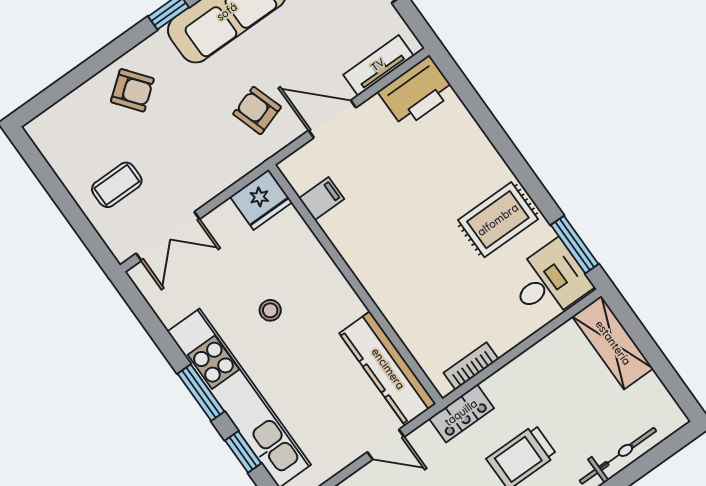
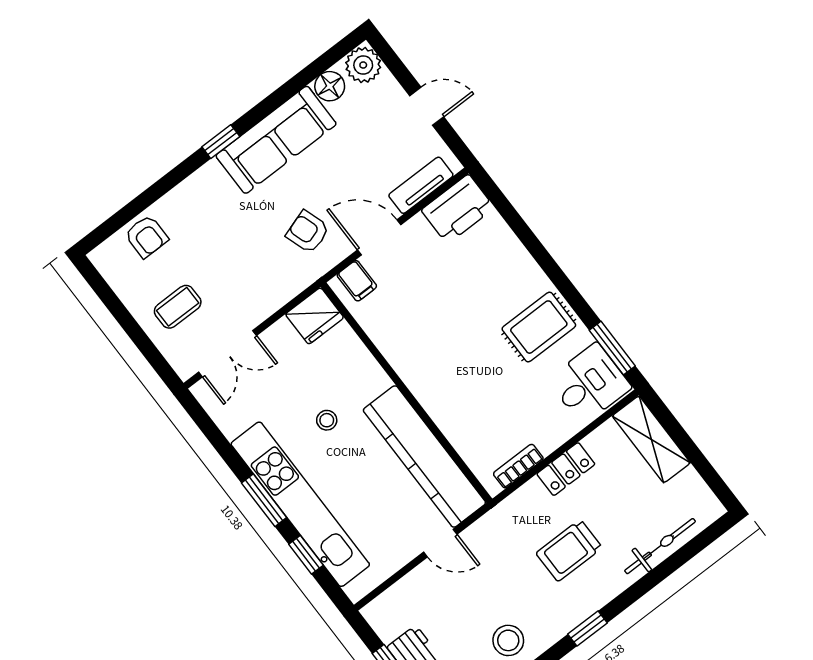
armchair: (132, 90) -> (146, 236), moved, turned 38
filing cabinet: (321, 199) -> (357, 281), moved, turned 90
kitchen counter: (388, 369) -> (424, 457), width x1.39, depth x1.17
locker: (461, 413) -> (566, 469), moved

